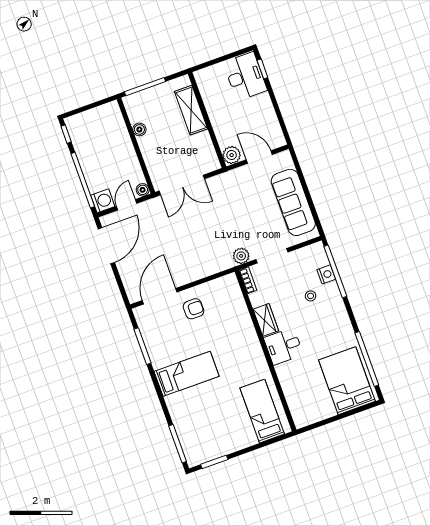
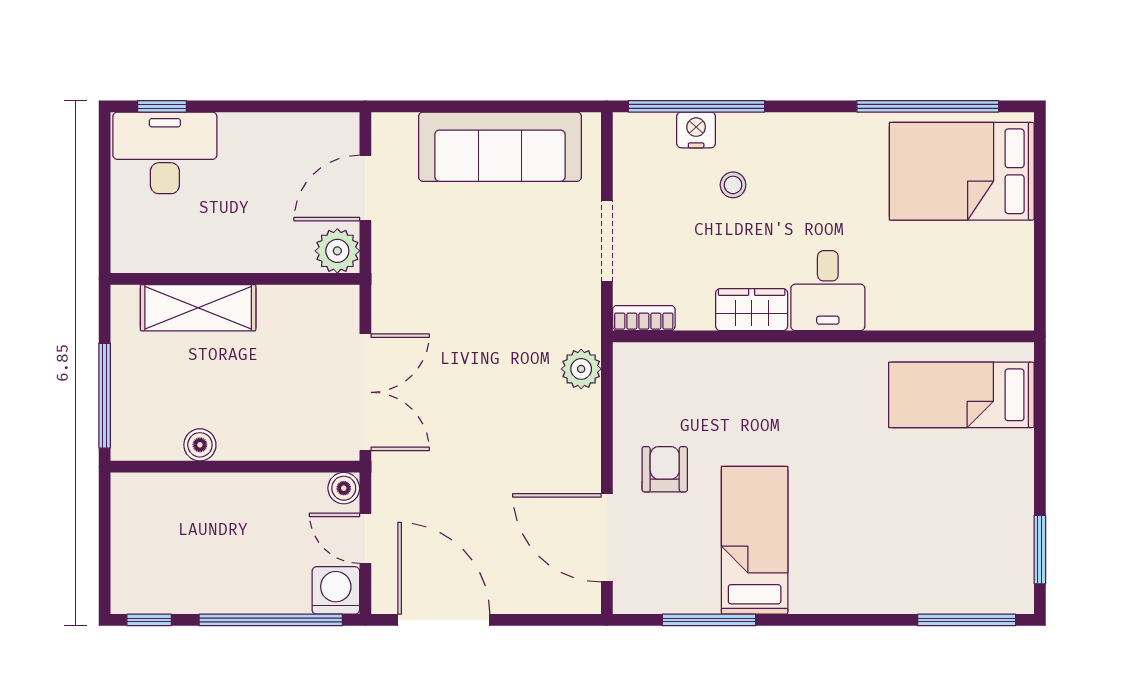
plant: (241, 256) -> (581, 369), moved
bed: (187, 374) -> (755, 540), moved

